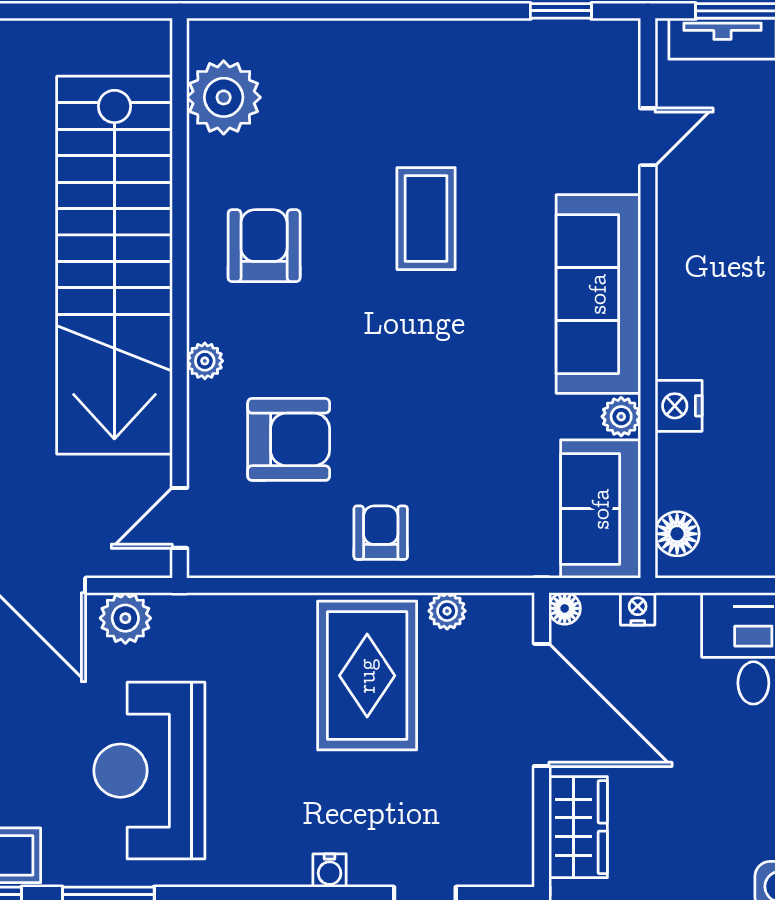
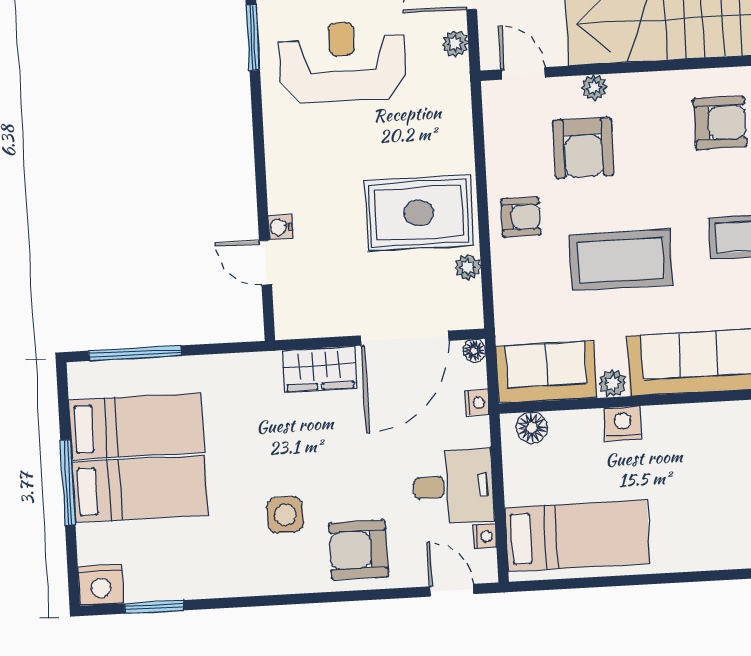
plant: (205, 361) -> (594, 87), moved
coffee table: (449, 395) -> (621, 260), added
plant: (125, 618) -> (455, 44), width x0.73, depth x0.73
water cooler: (330, 870) -> (281, 227), moved

